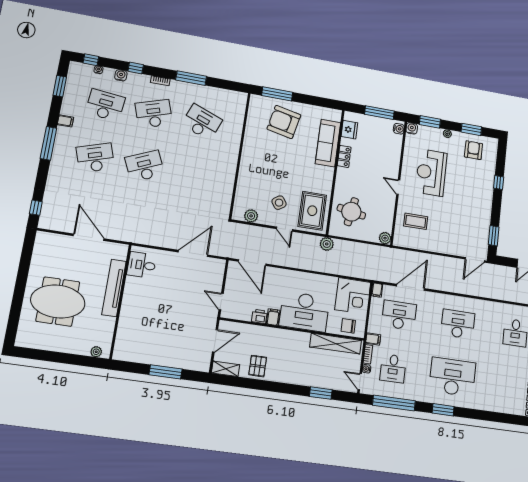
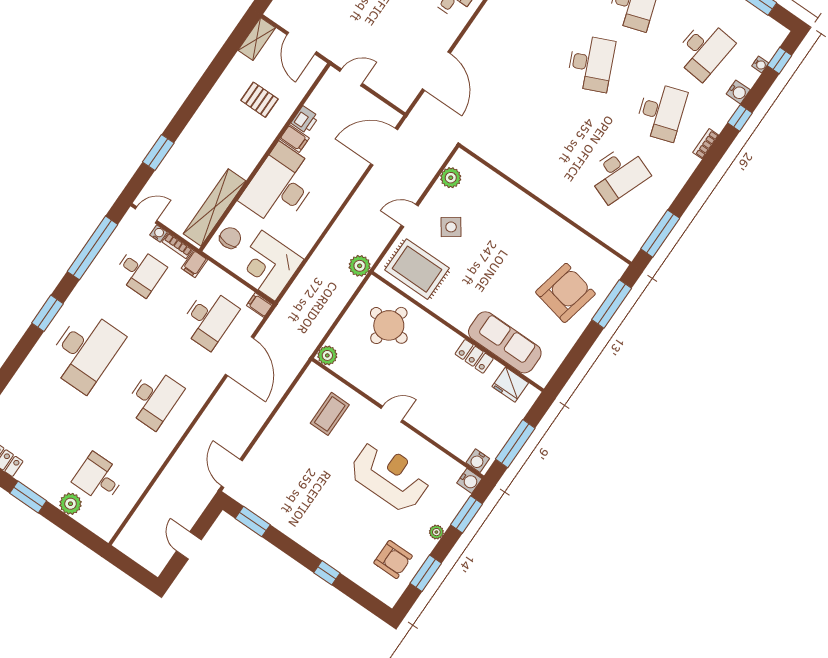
window: (191, 78) -> (660, 234), moved
pallet: (258, 366) -> (259, 100), moved
desk: (393, 368) -> (140, 271), turned 180

